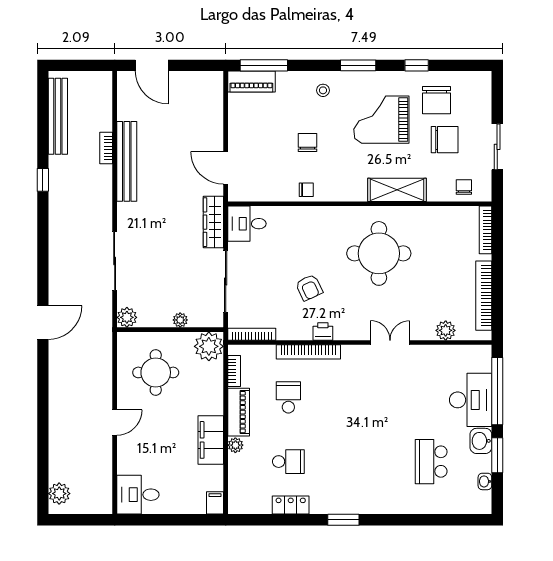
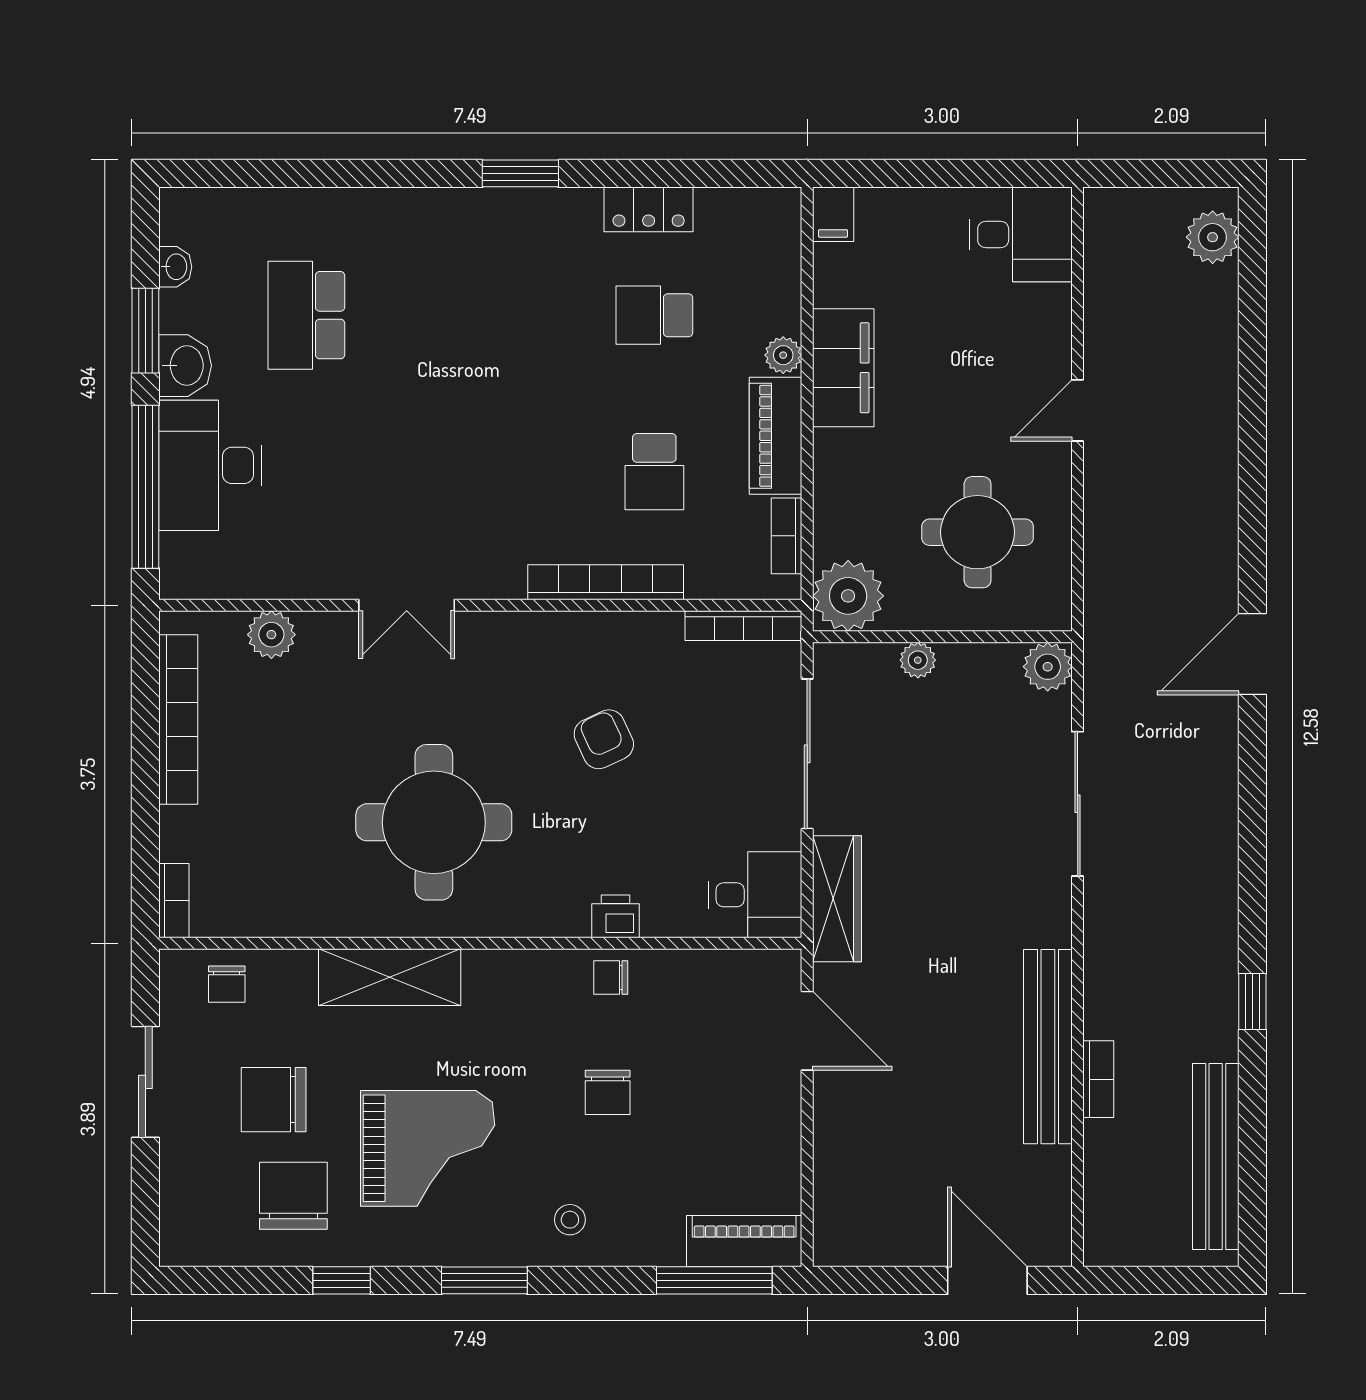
bookcase: (486, 230) -> (174, 901), width x0.64
printer: (323, 331) -> (615, 916), moved, turned 180
school desk: (431, 462) -> (306, 315), turned 180

